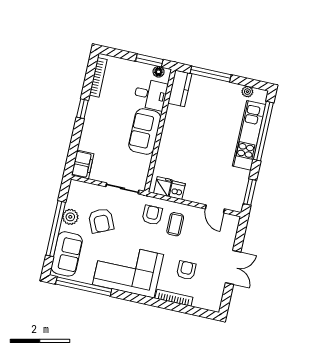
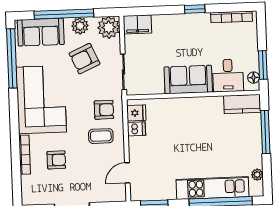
plant: (79, 191) -> (109, 27), added

